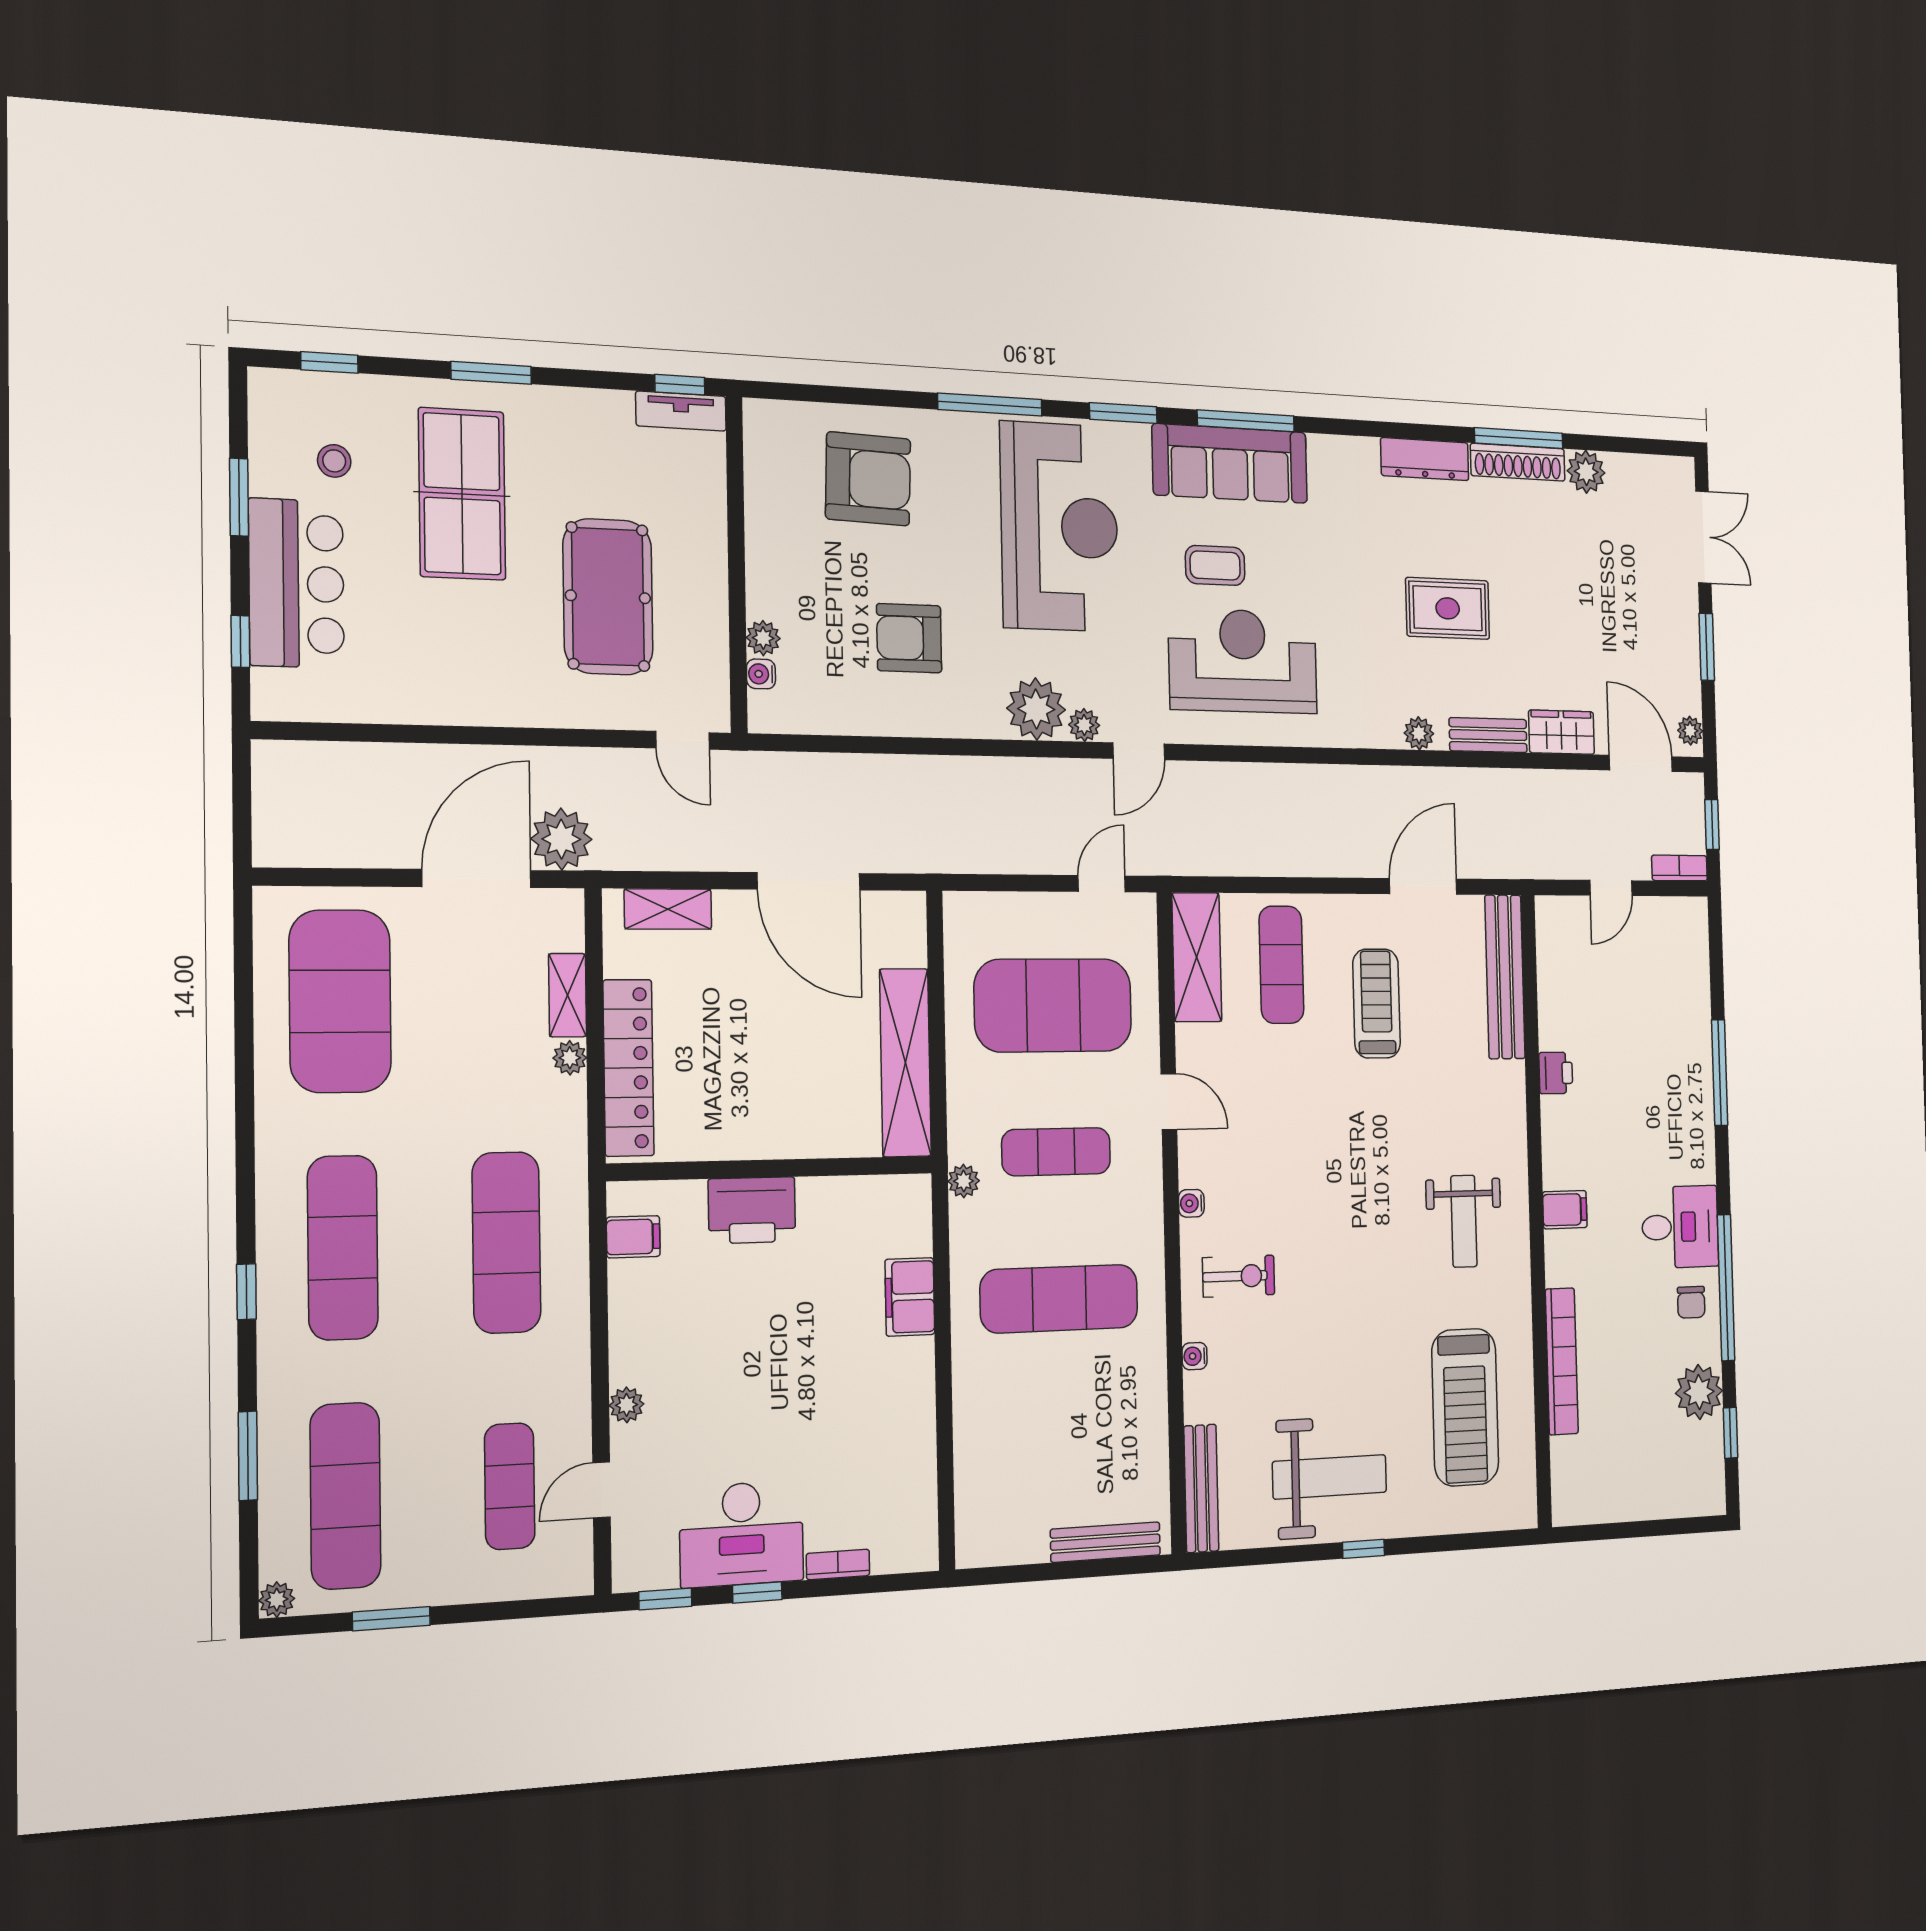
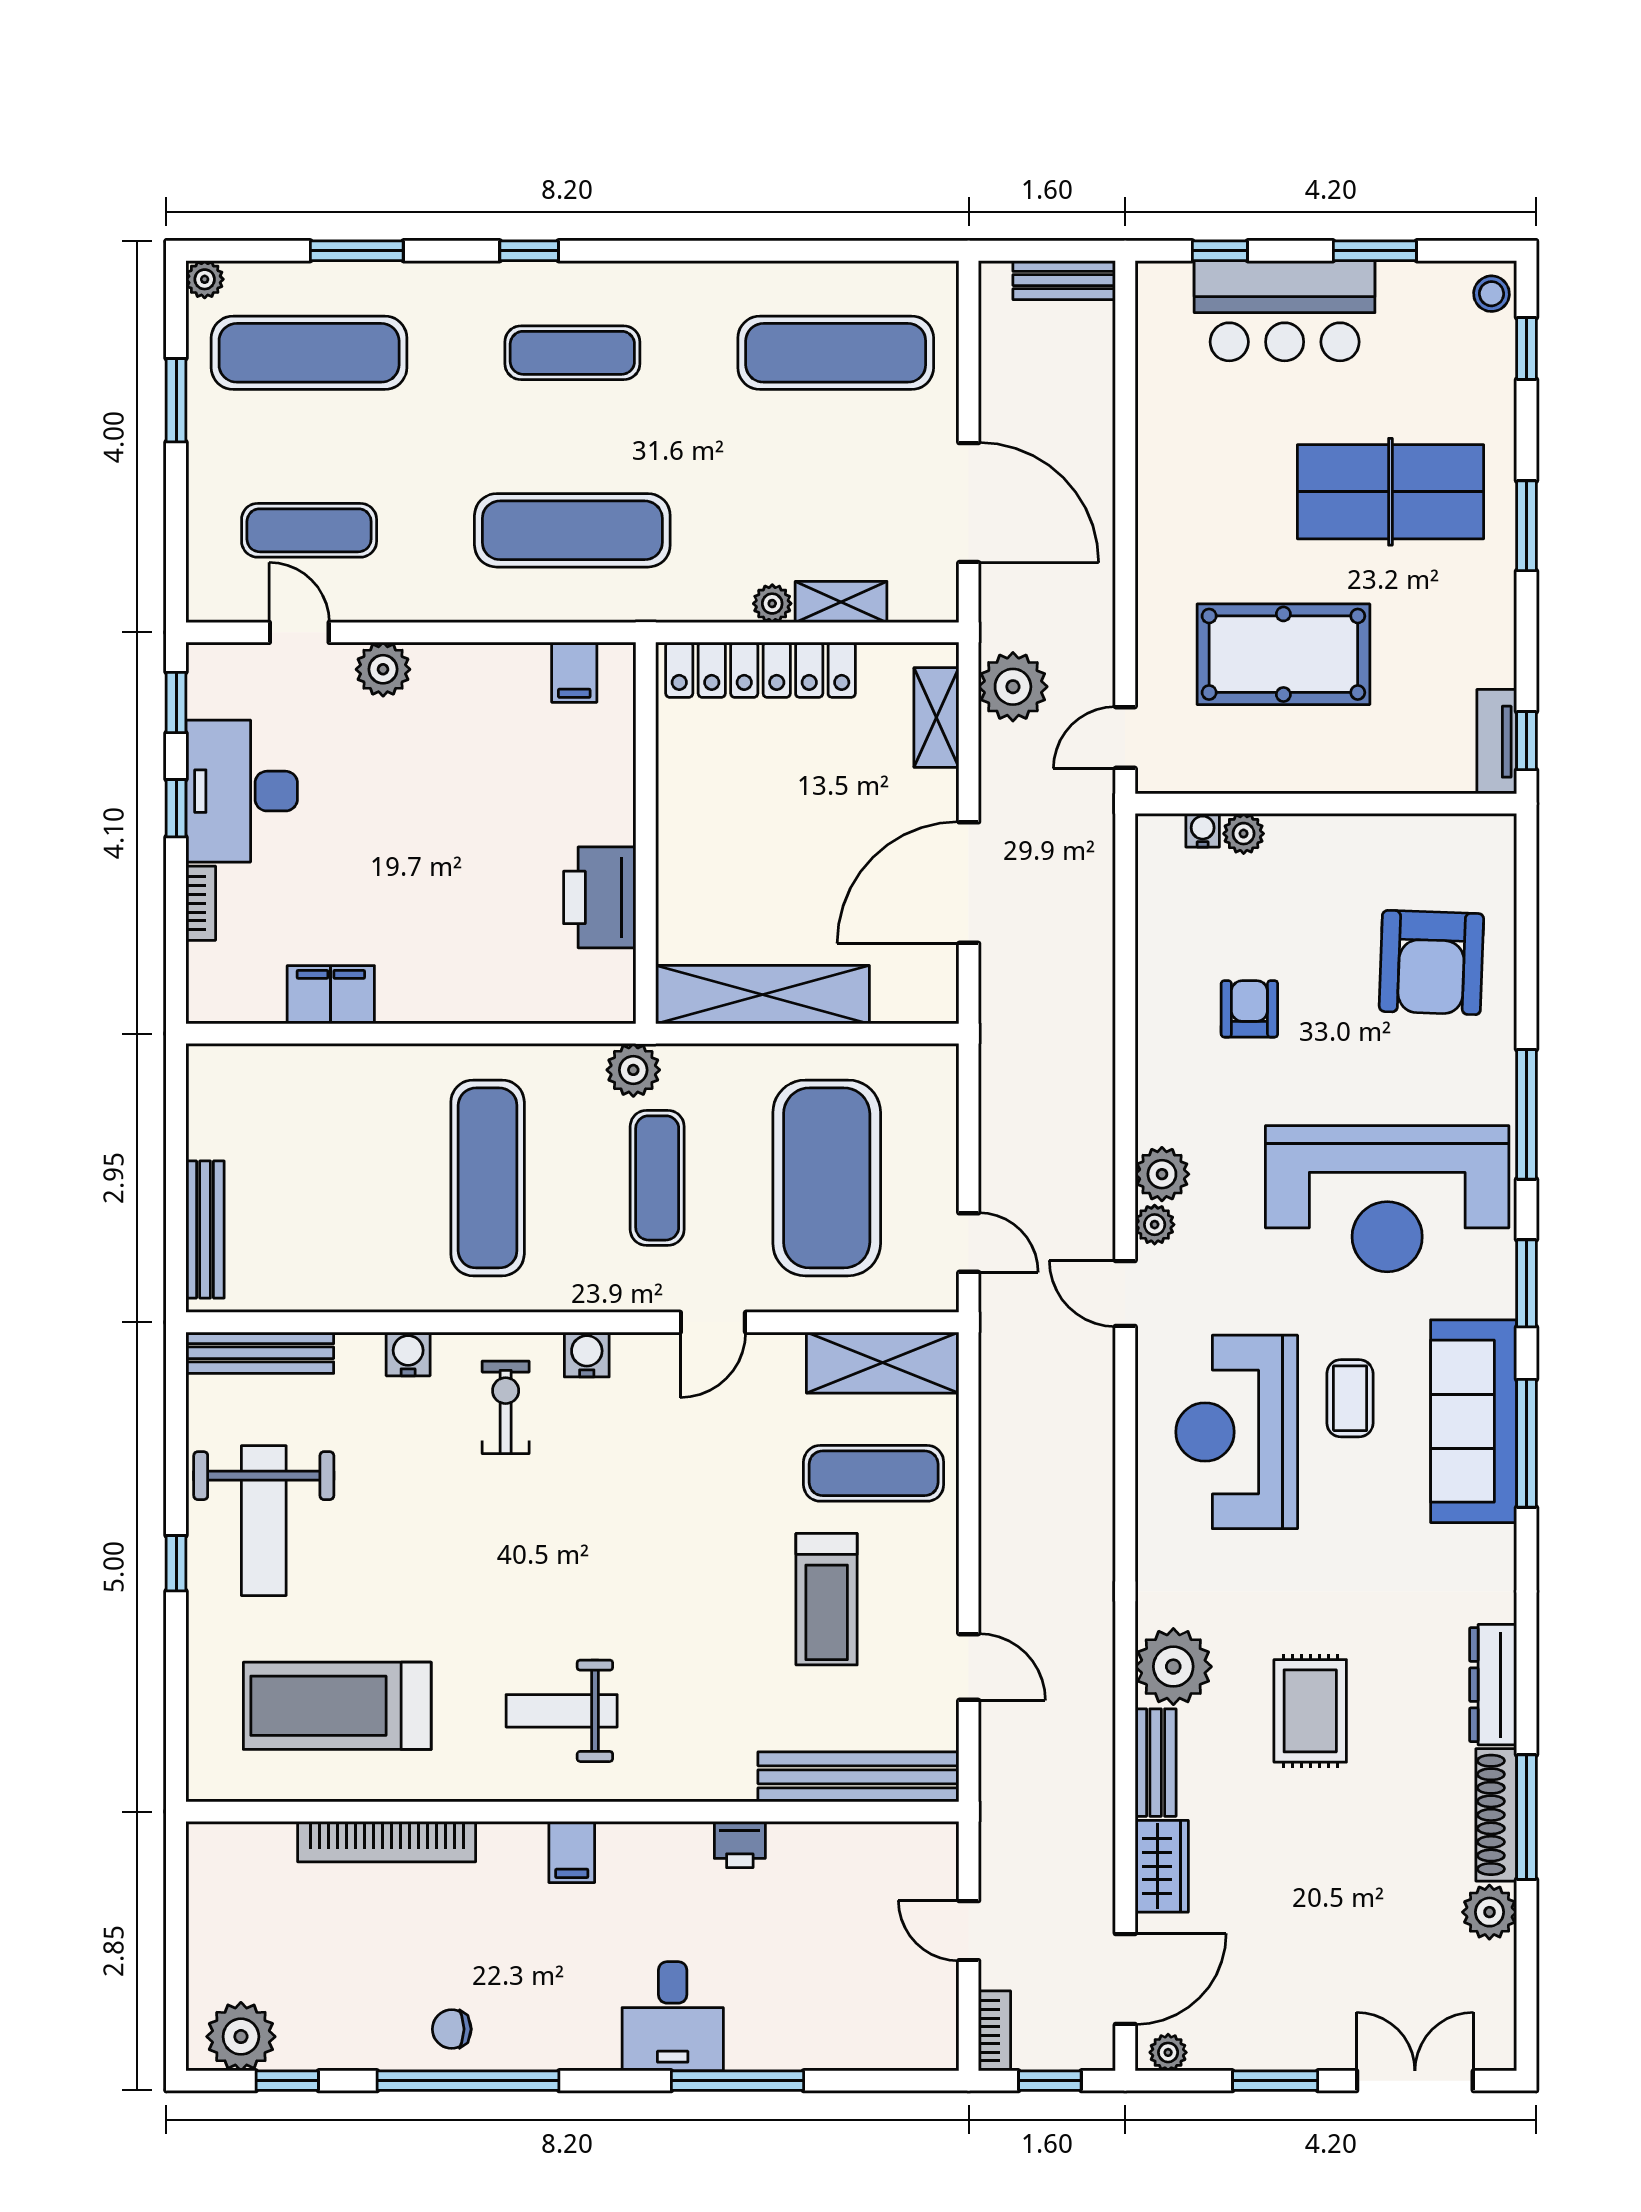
stool: (334, 461) -> (1492, 294), moved
double door: (1703, 537) -> (1415, 2081), swing flipped
armchair: (909, 638) -> (1249, 1009), width x0.72, depth x0.72
reception desk: (1243, 661) -> (1237, 1432), turned 180
plant: (1036, 709) -> (1162, 1174), width x0.73, depth x0.73
plant: (1419, 733) -> (1173, 1667), width x1.88, depth x1.88
bench: (270, 787) -> (1064, 280), added
plant: (561, 839) -> (1013, 687), moved
door: (1423, 886) -> (969, 1667), width x0.73
exercise mat: (340, 1001) -> (836, 353), width x0.68
treadmill: (1376, 1004) -> (827, 1599), turned 90
plant: (964, 1181) -> (633, 1070), width x1.38, depth x1.38
water cooler: (1191, 1203) -> (587, 1354), width x1.38, depth x1.38
printer: (752, 1210) -> (600, 897), moved
desk: (1680, 1227) -> (673, 2016), moved
exercise mat: (343, 1248) -> (572, 353), width x0.73, depth x0.69
exercise bike: (1239, 1276) -> (506, 1407), turned 180
filing cabinet: (910, 1297) -> (331, 995), moved
water cooler: (1195, 1356) -> (408, 1354), width x1.38, depth x1.38
plant: (1699, 1392) -> (241, 2037), moved
plant: (627, 1405) -> (383, 669), width x1.38, depth x1.38

